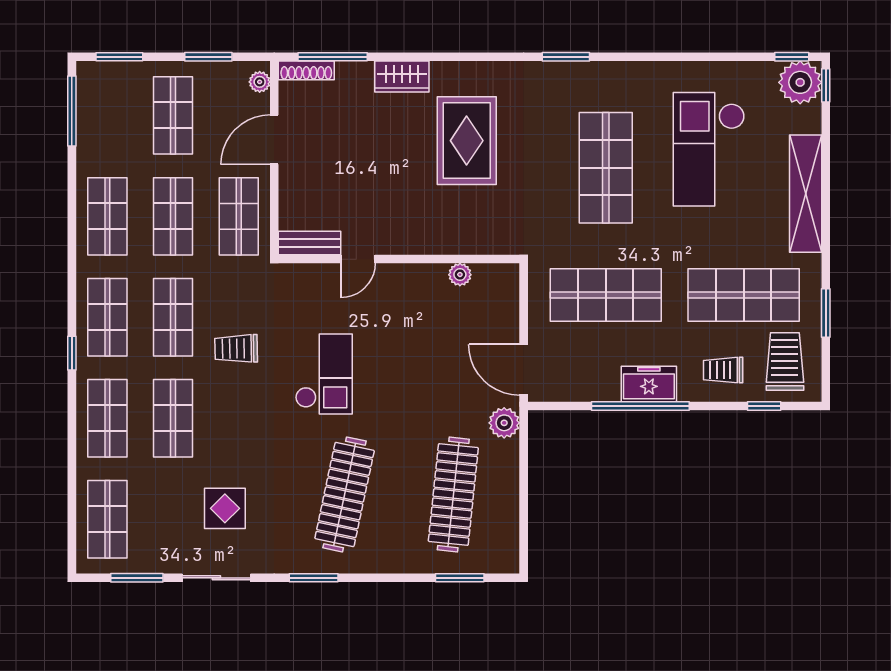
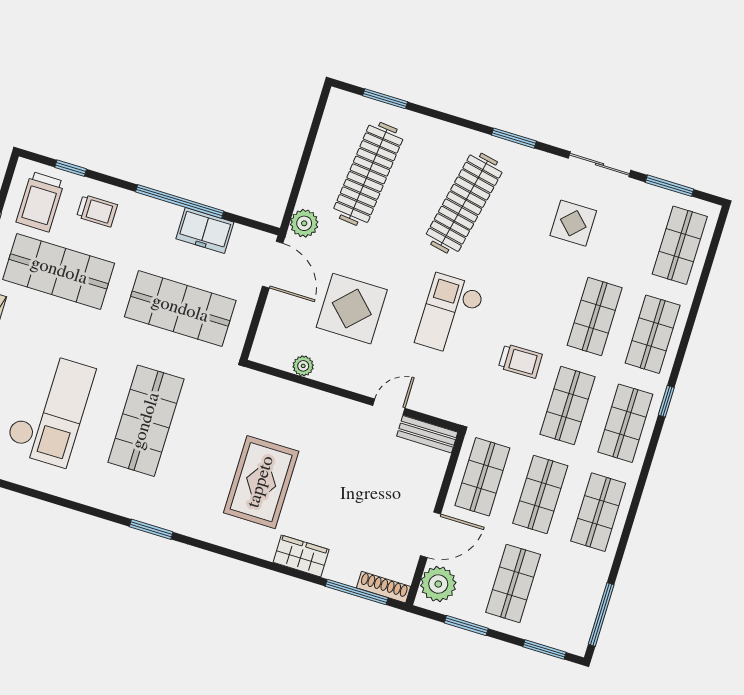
plant: (260, 82) -> (438, 584), width x1.88, depth x1.88
display table: (428, 349) -> (352, 309), added
freezer: (649, 384) -> (205, 230), moved

